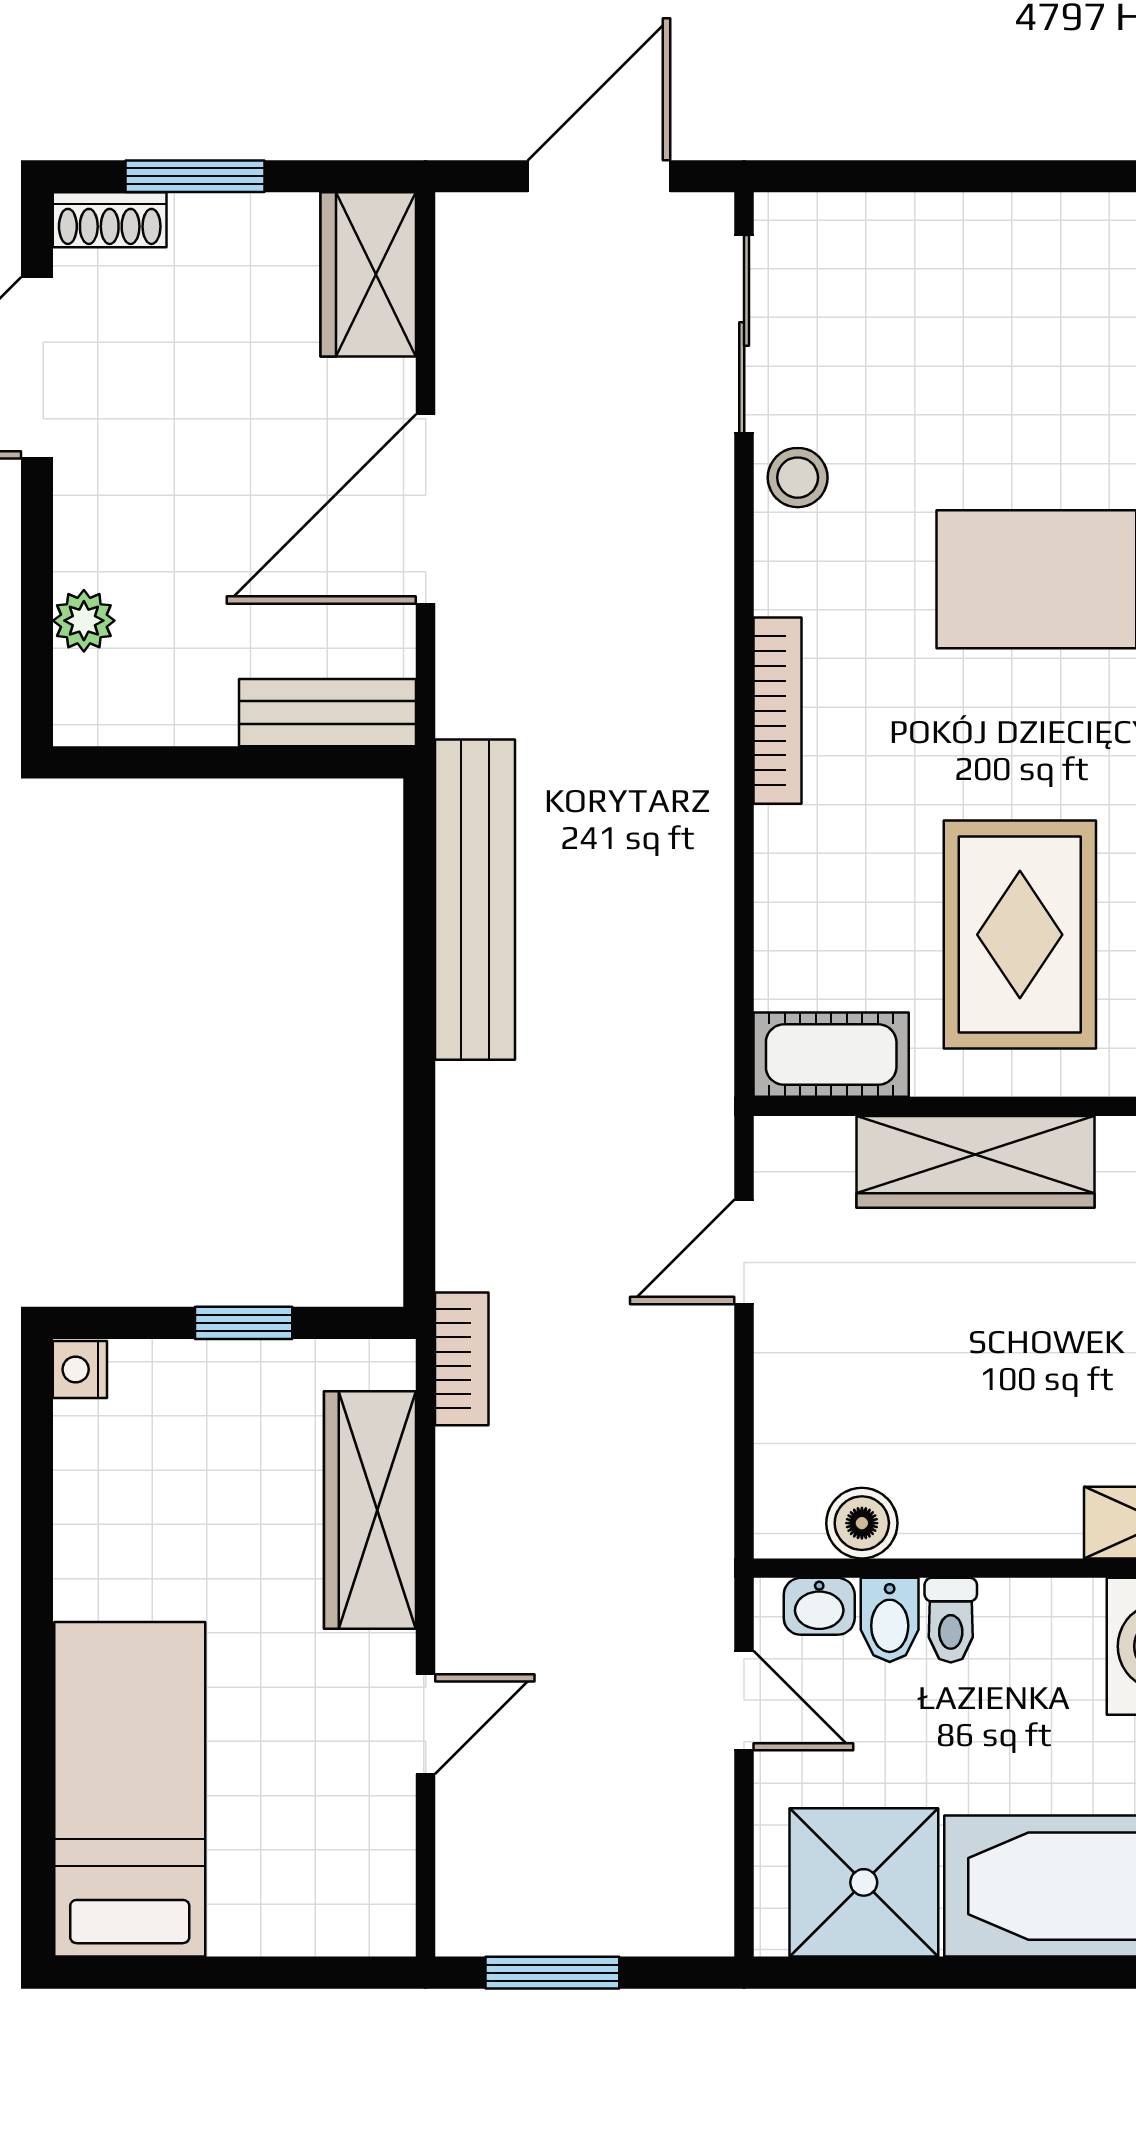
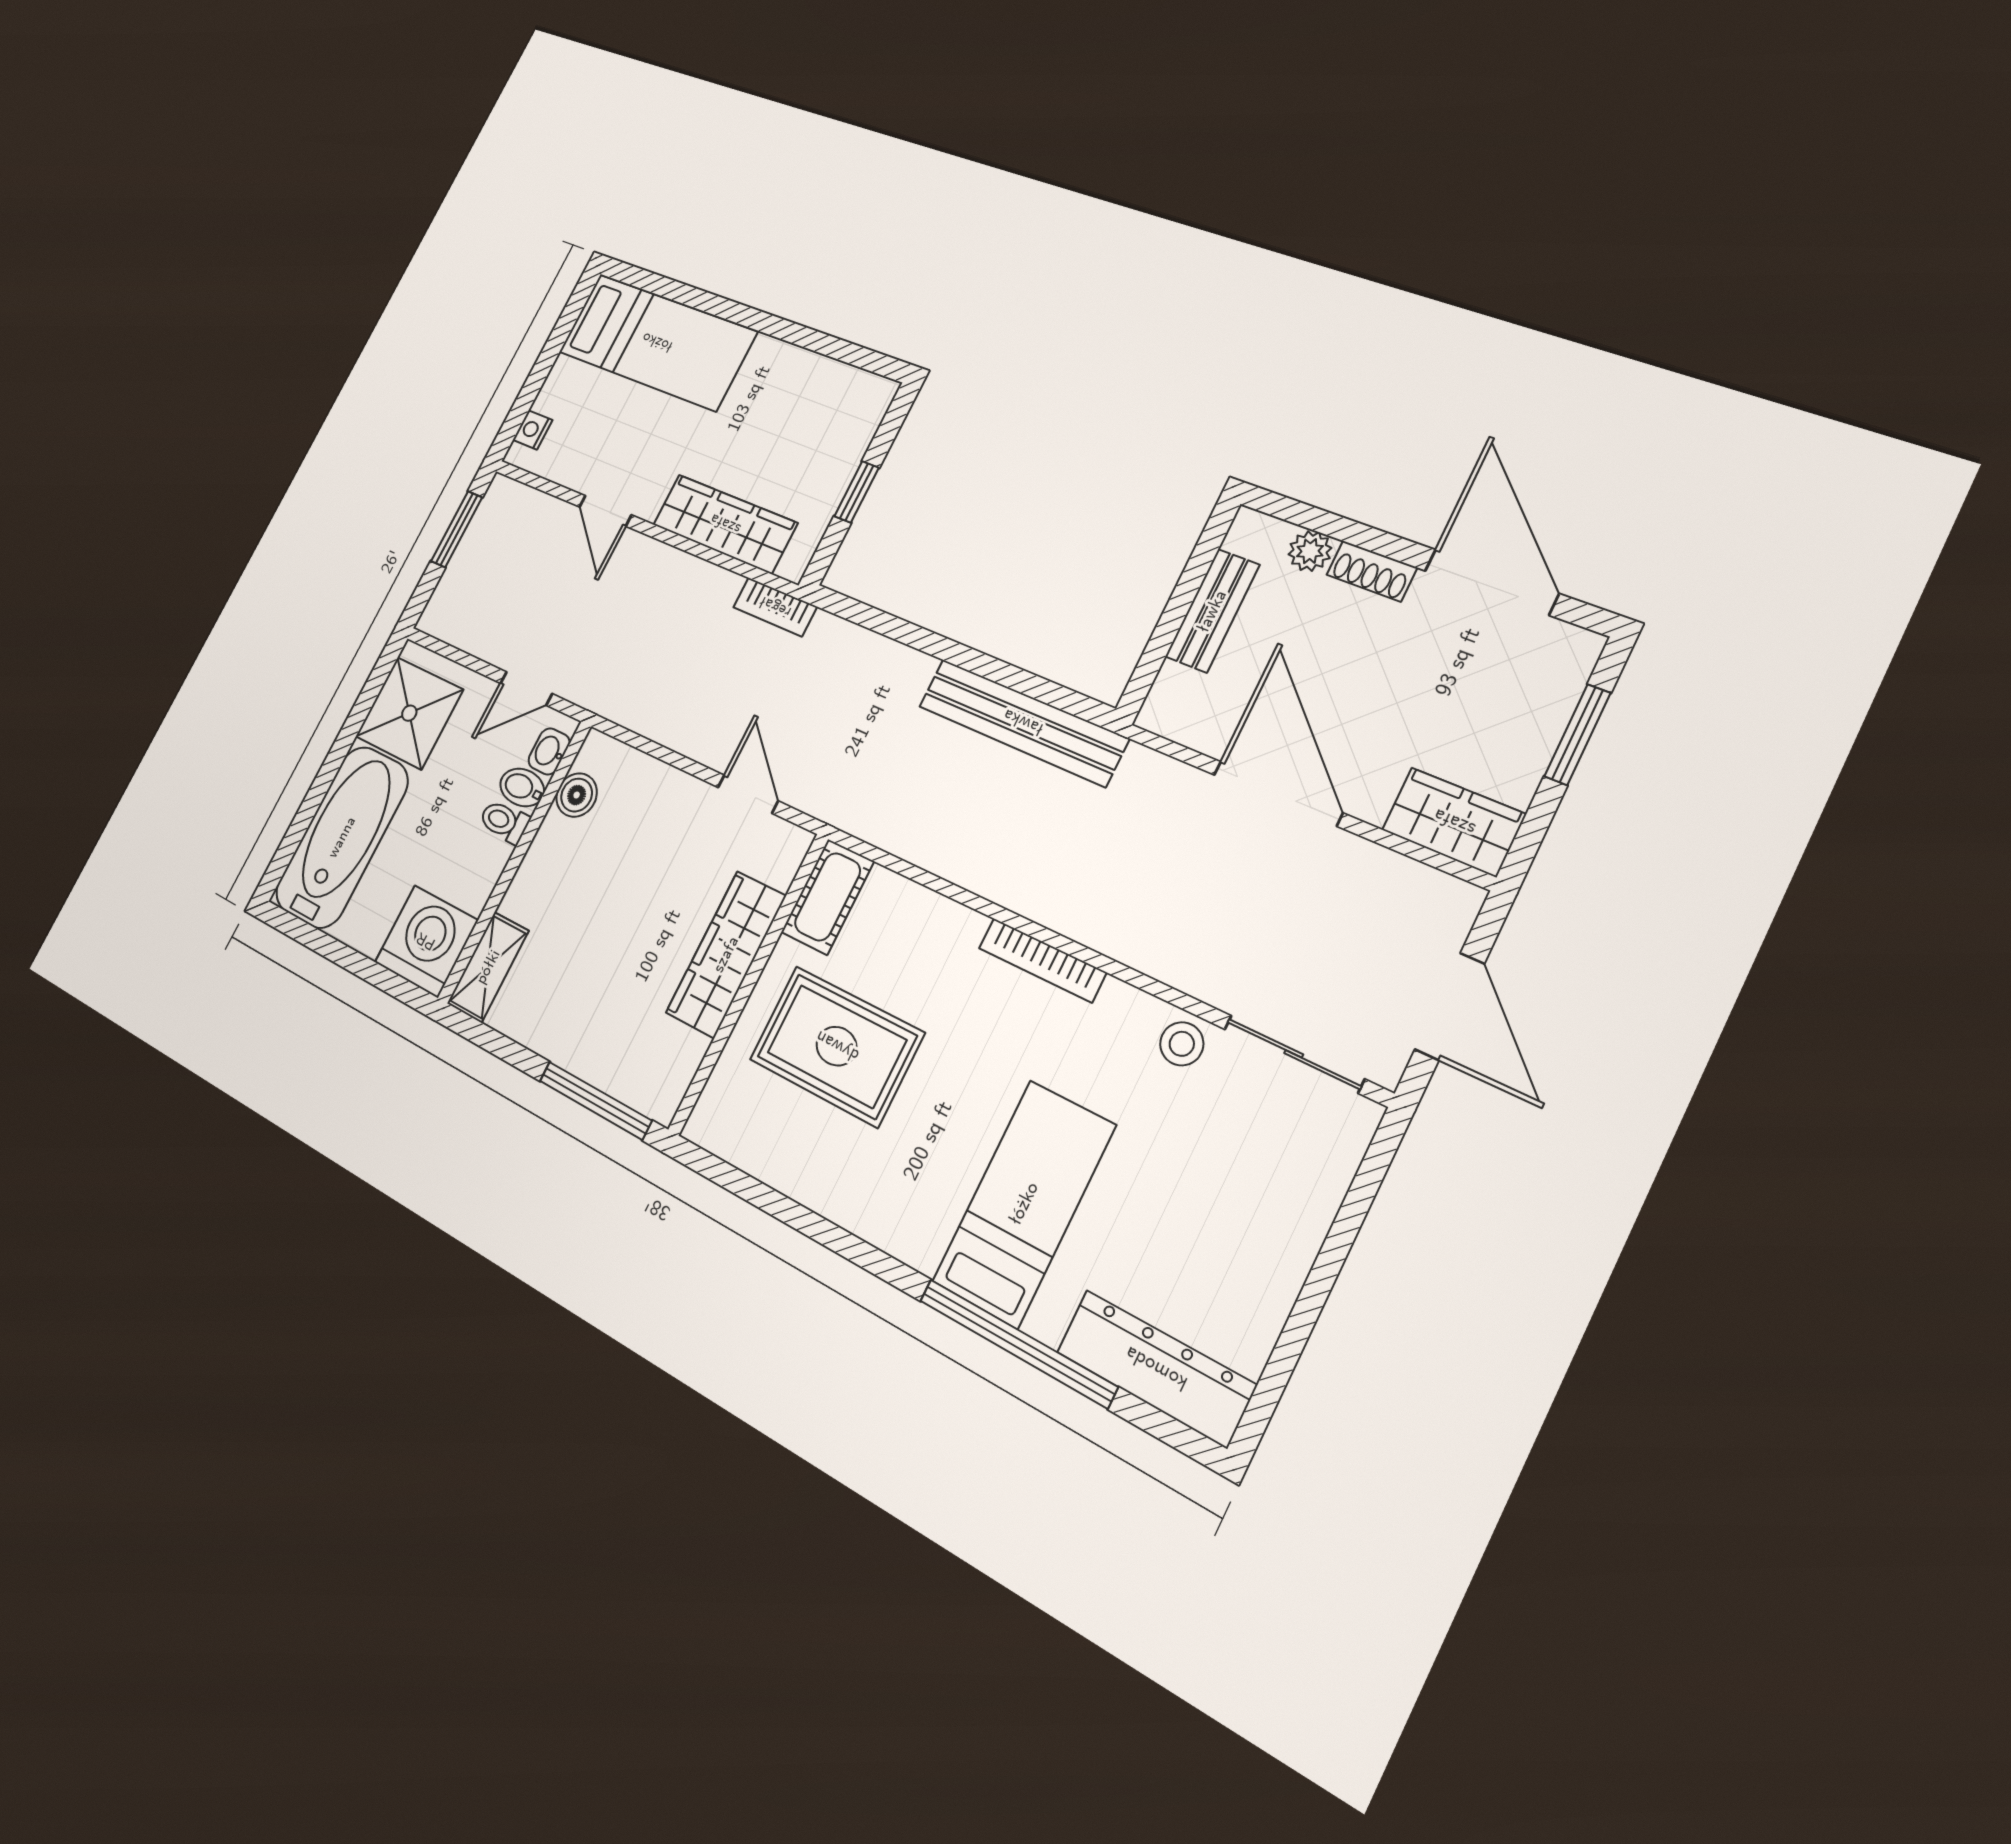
shoe rack: (110, 220) -> (1372, 571), moved, turned -90
bench: (328, 713) -> (1212, 611), moved
nightstand: (80, 1369) -> (533, 430), moved, turned -90

